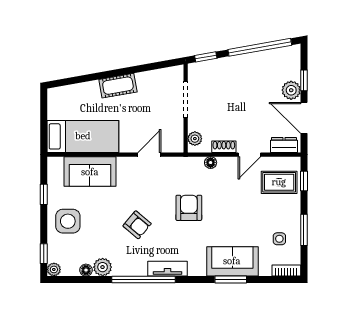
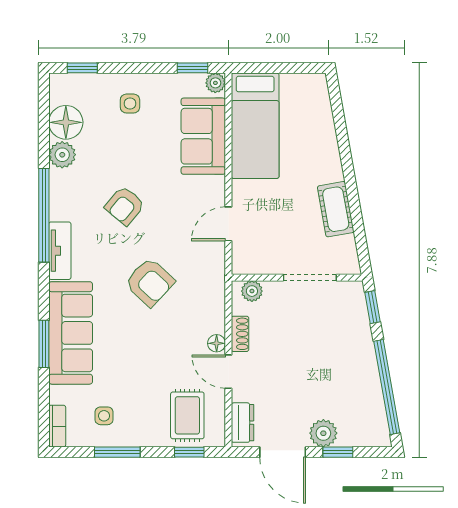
cot: (118, 86) -> (336, 209), moved
door: (304, 118) -> (283, 452), swing flipped
door: (149, 155) -> (228, 224), swing flipped
floor lamp: (211, 163) -> (217, 343), moved
window: (44, 194) -> (192, 68), moved
armchair: (189, 208) -> (150, 282), turned 43
side table: (68, 221) -> (130, 104), width x0.54, depth x0.54
sofa: (232, 261) -> (71, 333), width x1.36
plant: (54, 269) -> (215, 83), moved
floor lamp: (86, 270) -> (66, 122), width x1.89, depth x1.89

